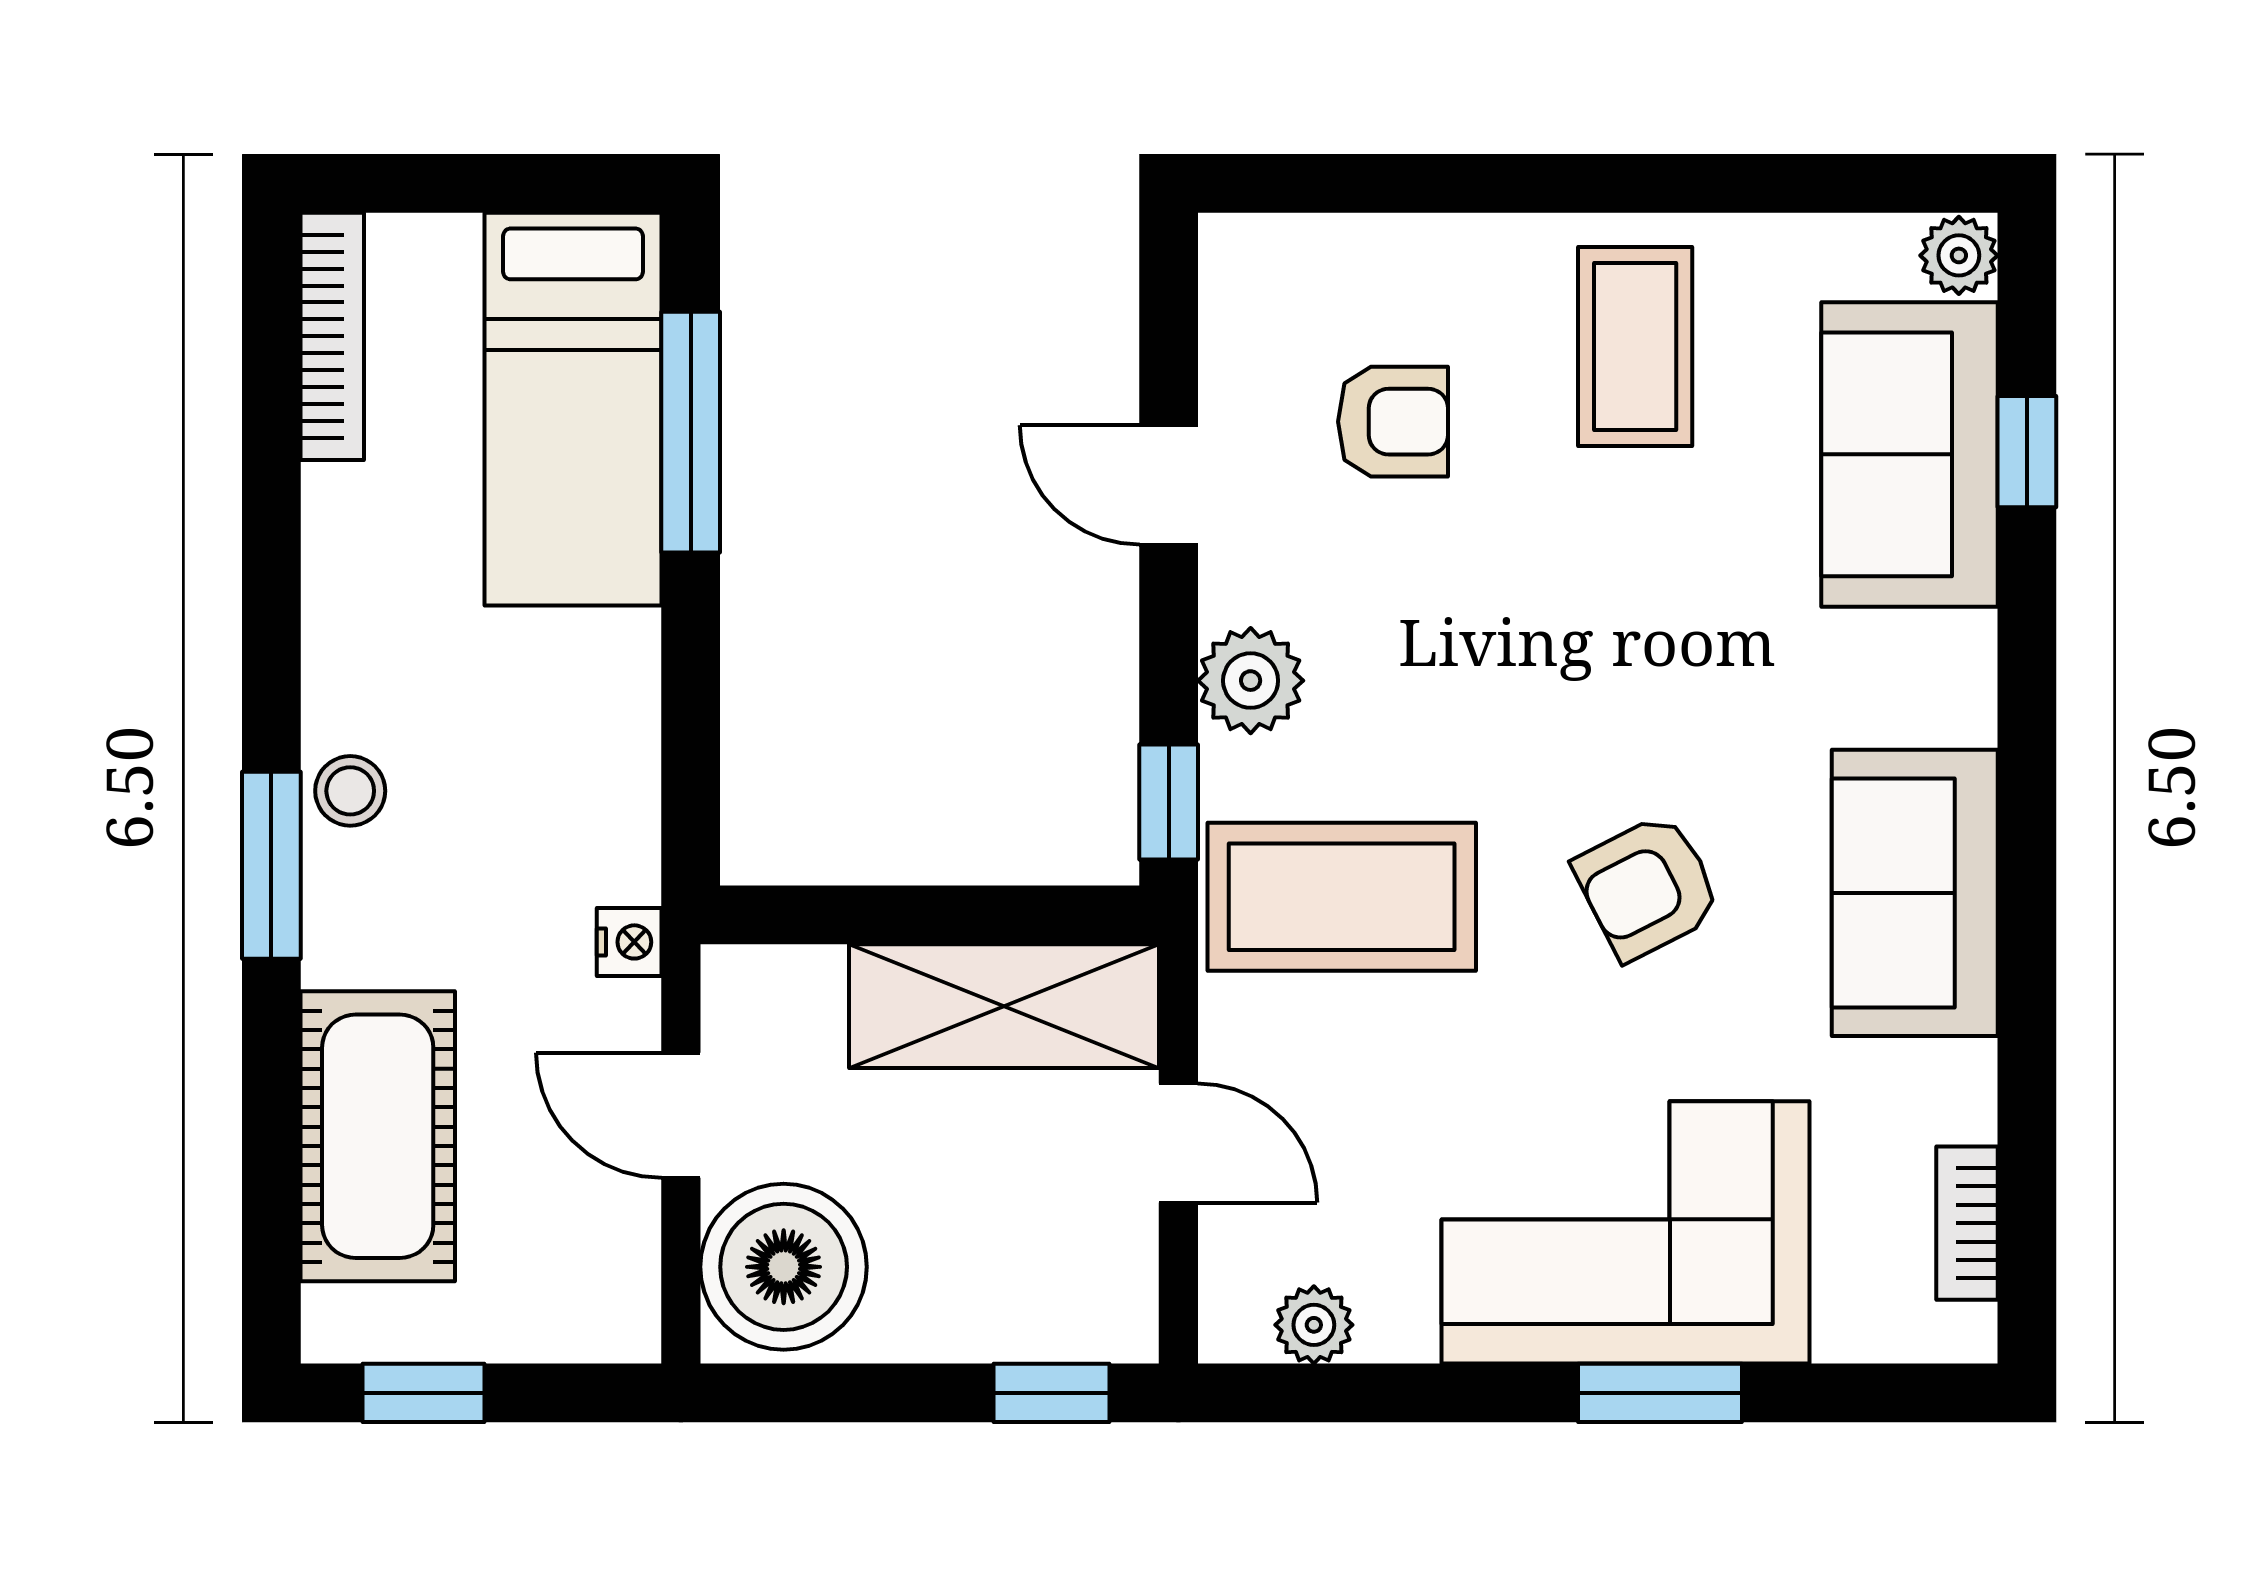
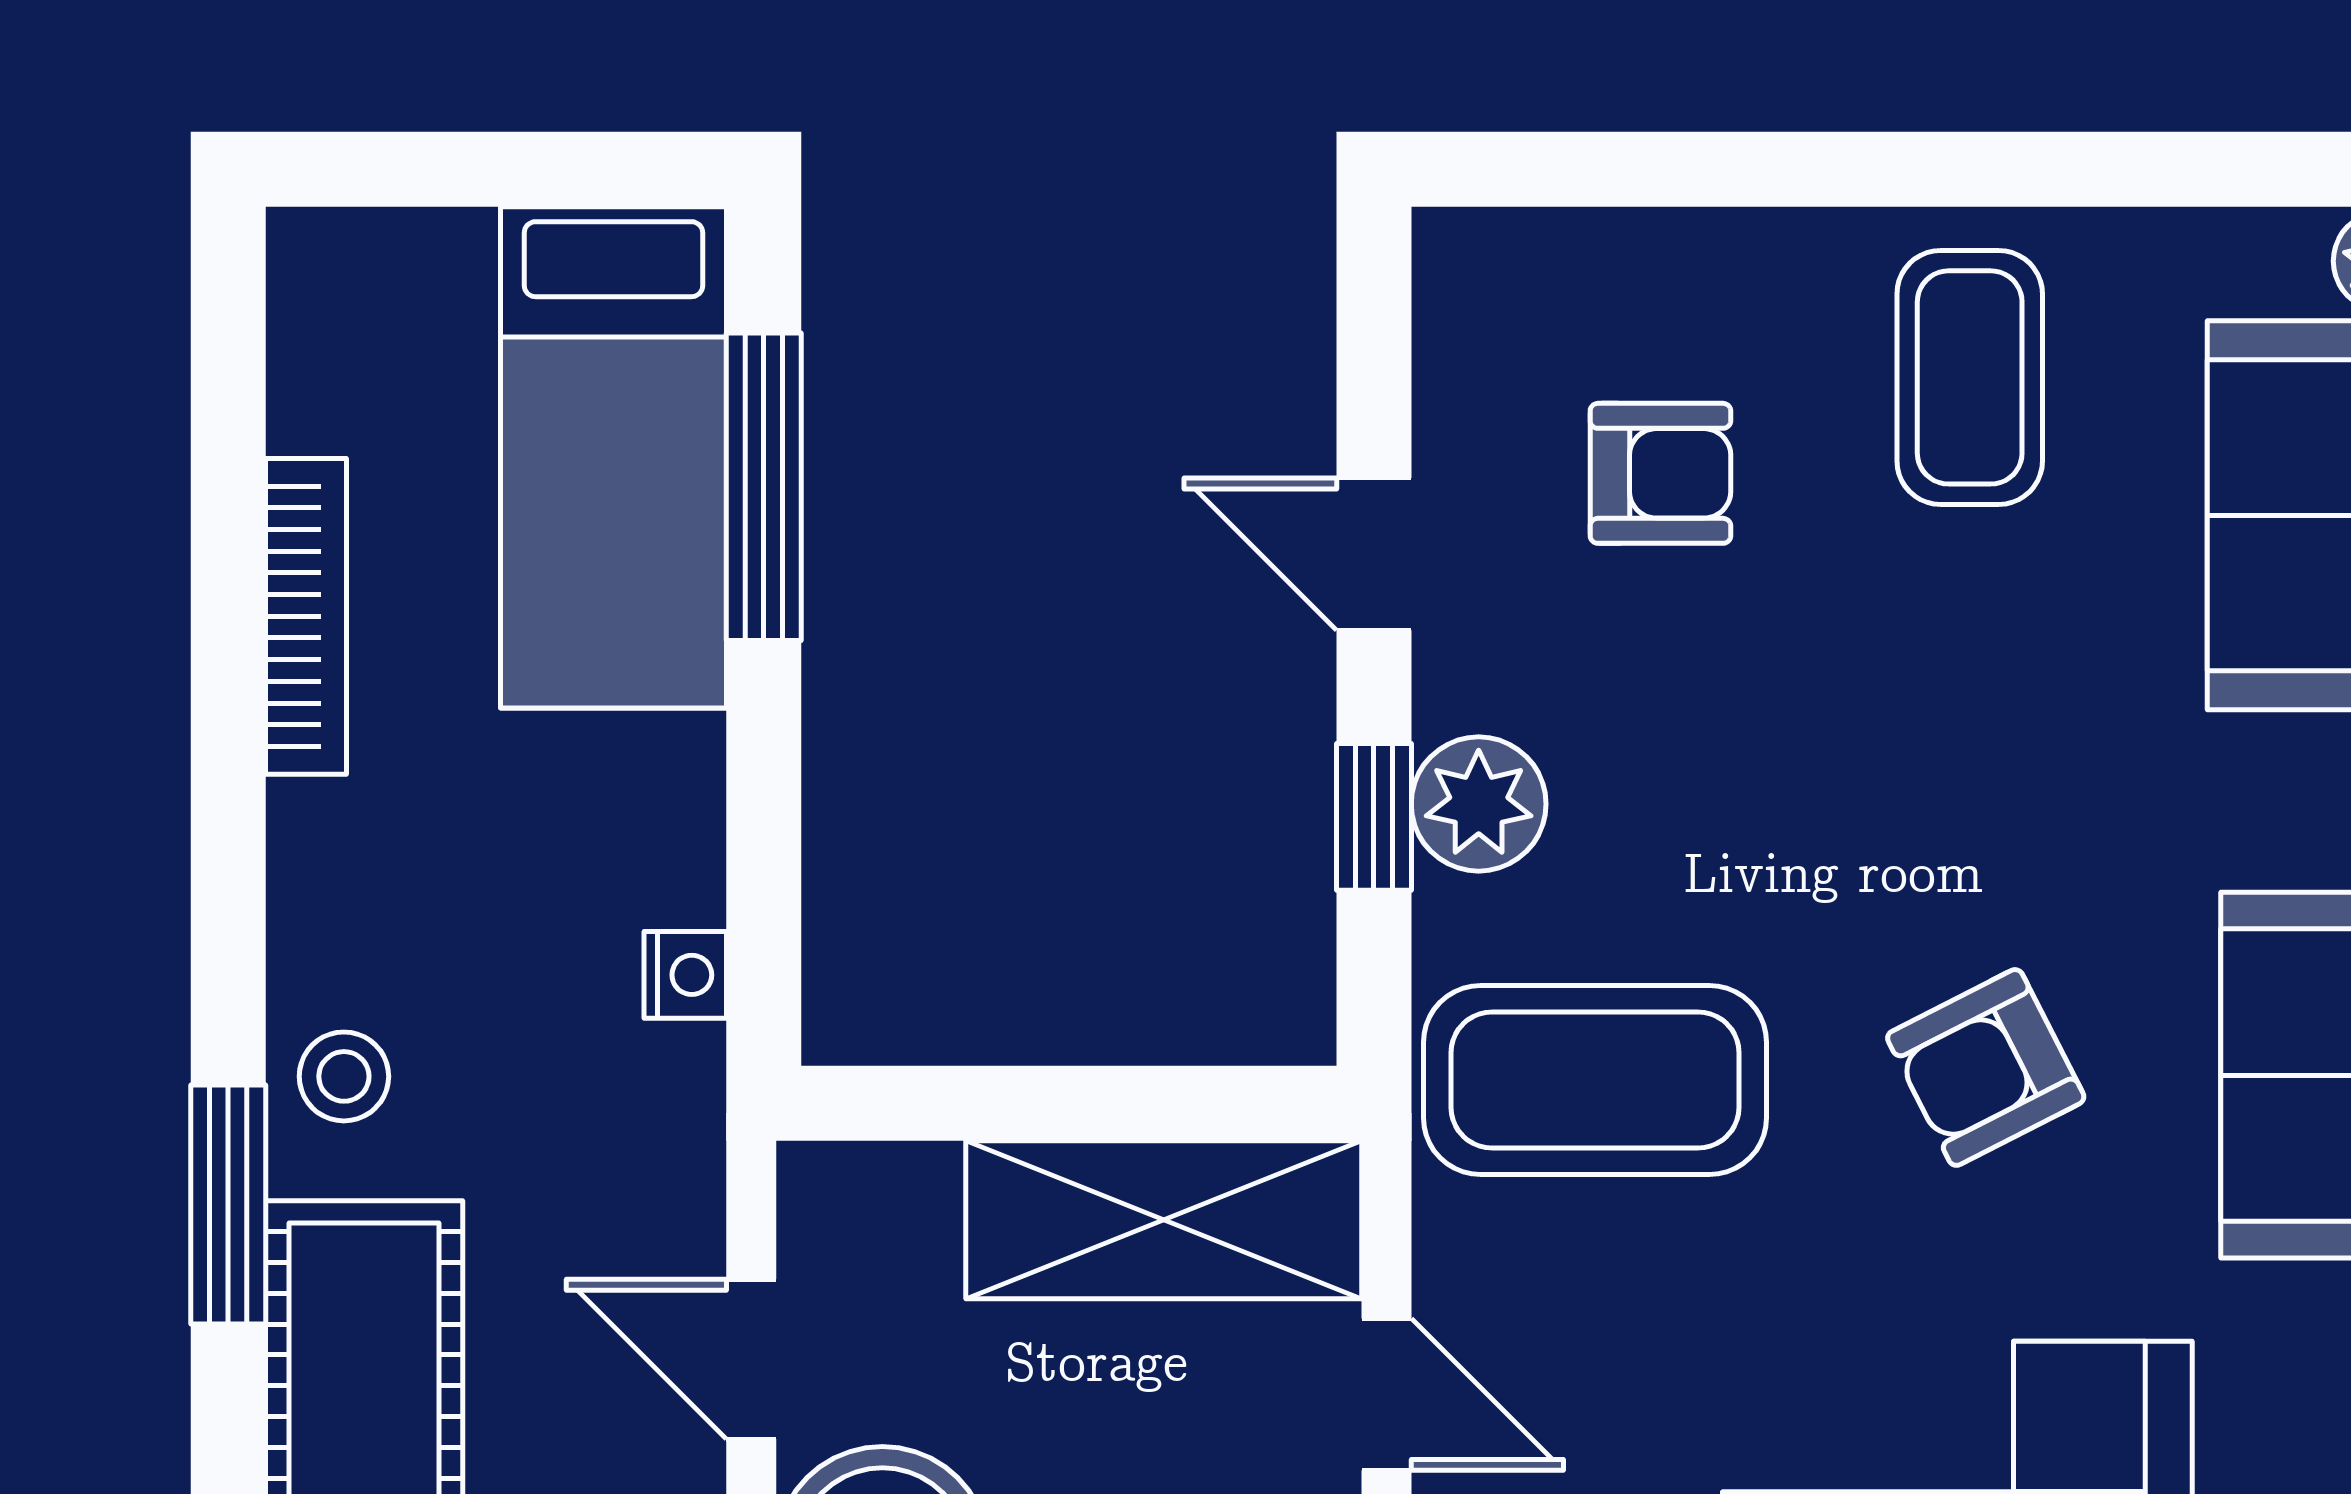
bookcase: (332, 336) -> (306, 616), moved
stool: (350, 791) -> (344, 1076), moved
window: (1169, 802) -> (1374, 817), moved
window: (271, 865) -> (228, 1205), moved
nightstand: (629, 942) -> (685, 975), moved

